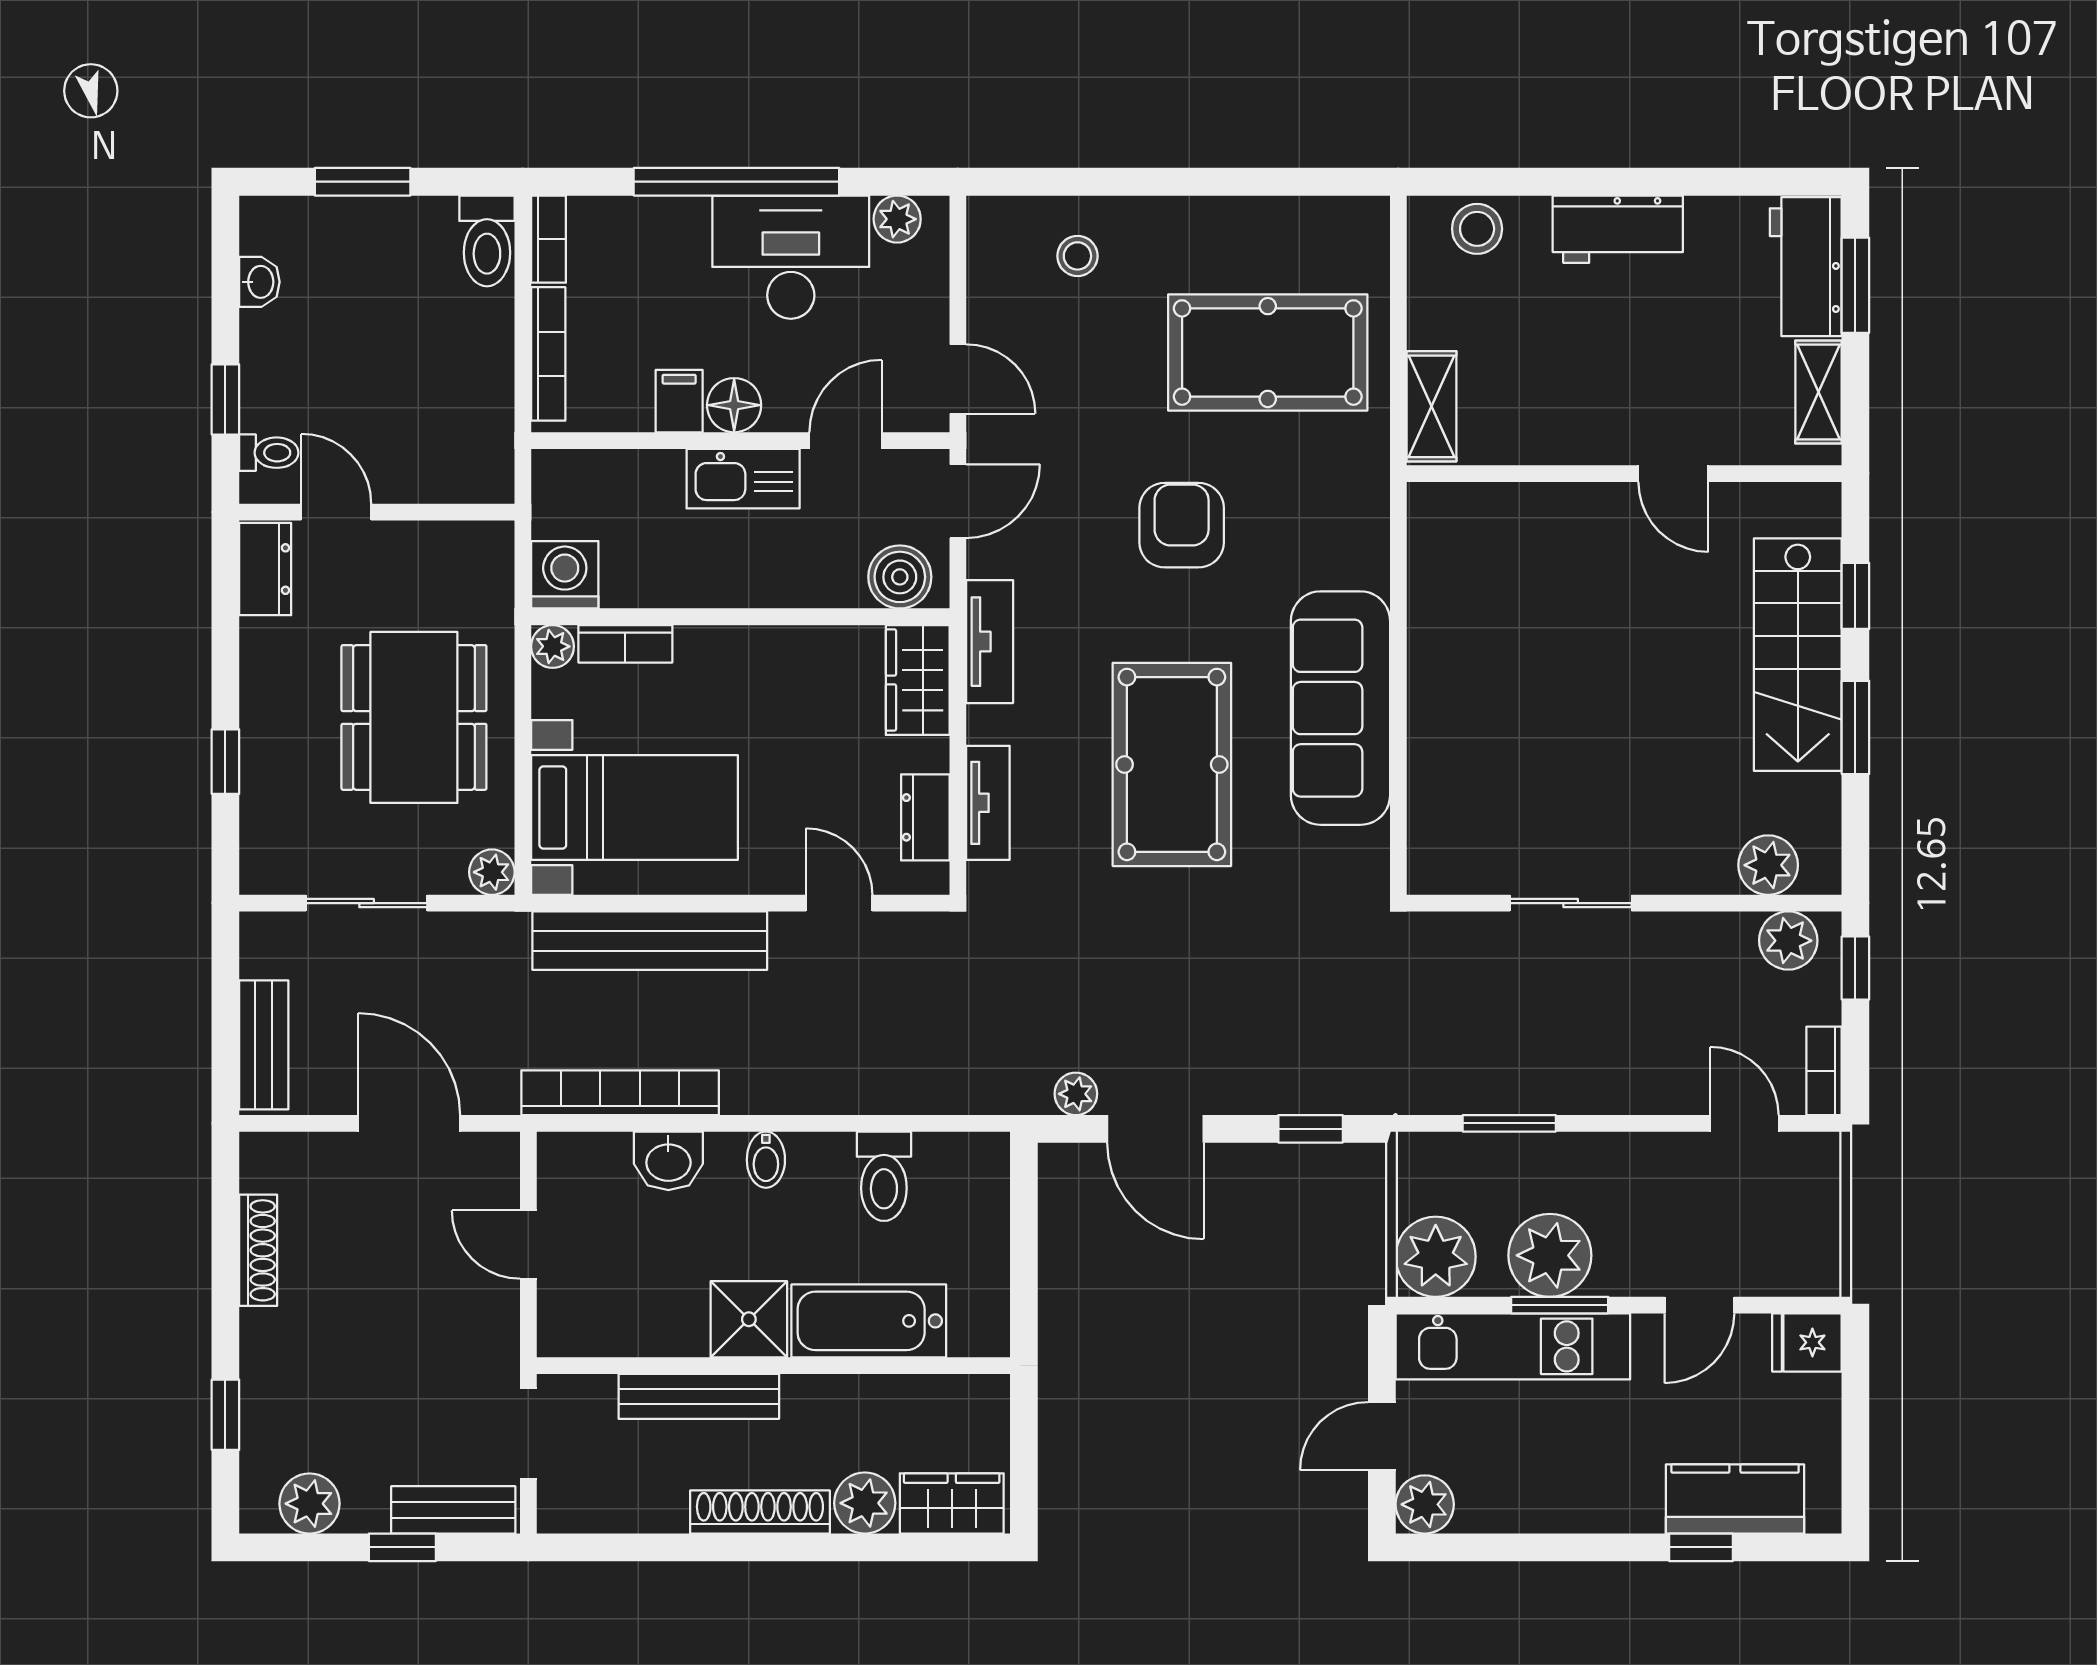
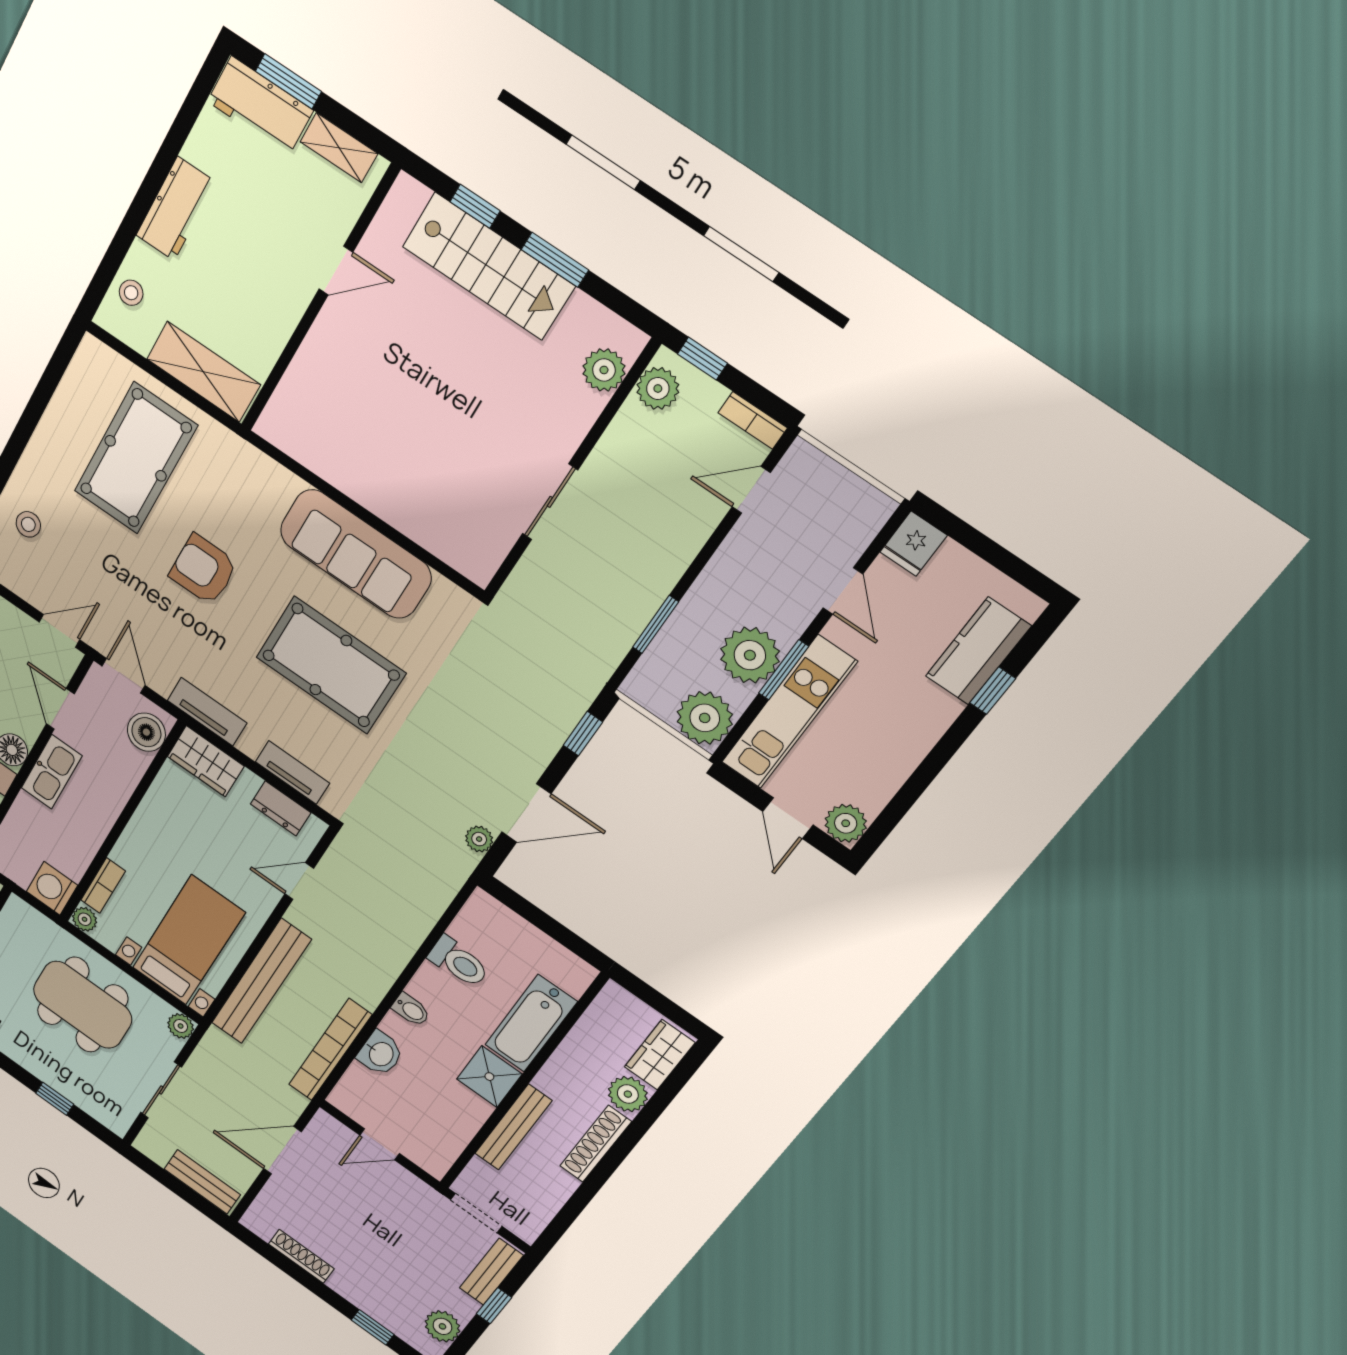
stool: (1477, 229) -> (131, 293), width x0.73, depth x0.73
shelving: (1431, 406) -> (203, 372), width x1.50, depth x1.33

